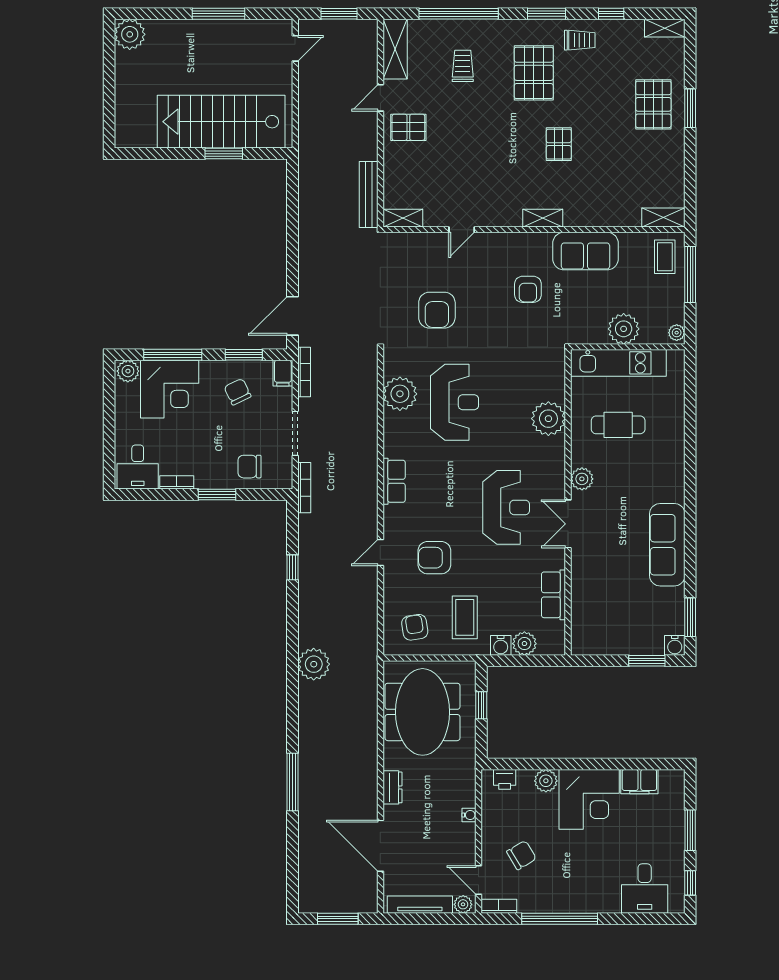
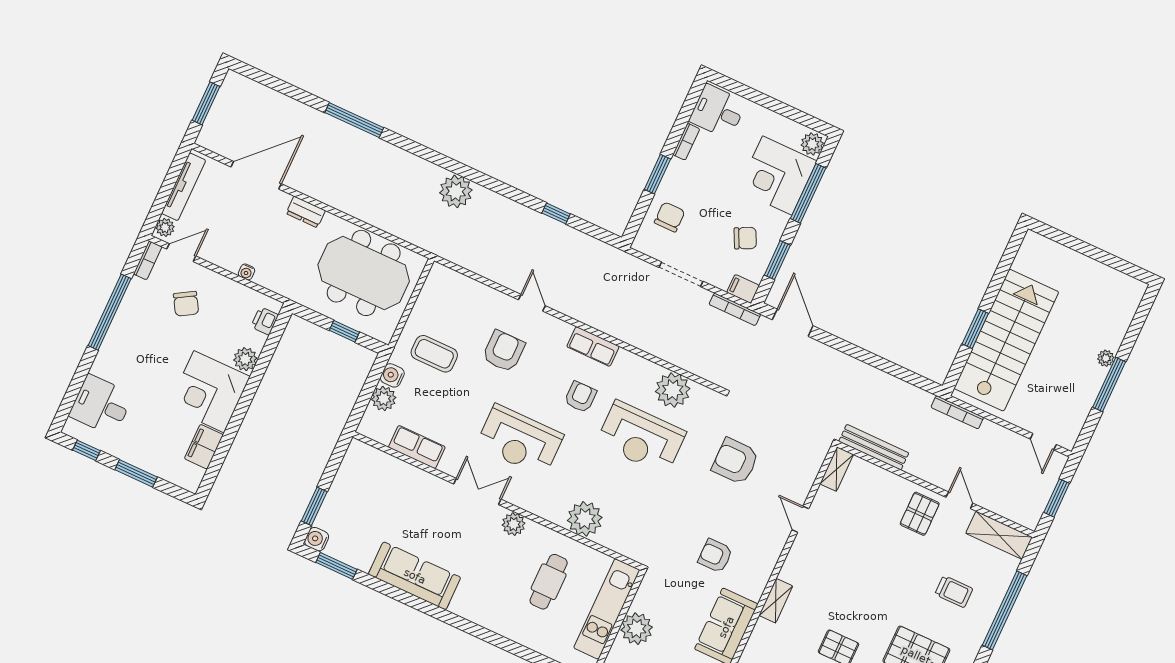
plant: (130, 34) -> (1106, 358), moved, width x0.53, depth x0.53
bookcase: (304, 488) -> (957, 412), moved
armchair: (415, 627) -> (580, 397), moved, turned -81

